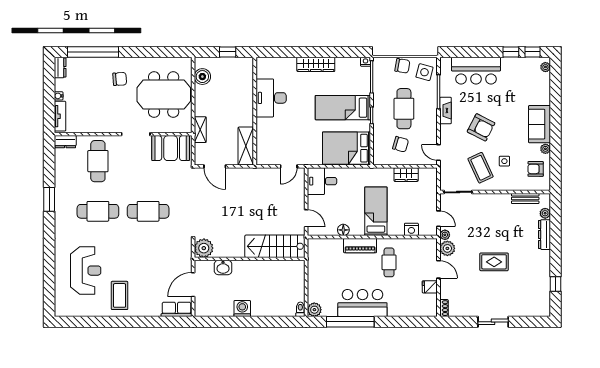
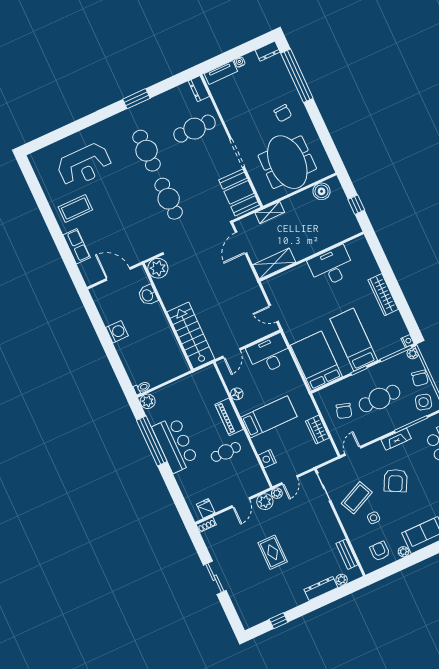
plant: (378, 62) -> (413, 353), added
desk: (322, 181) -> (269, 354), width x1.37
fridge: (430, 287) -> (206, 508), moved
row of seats: (176, 309) -> (77, 246), moved

